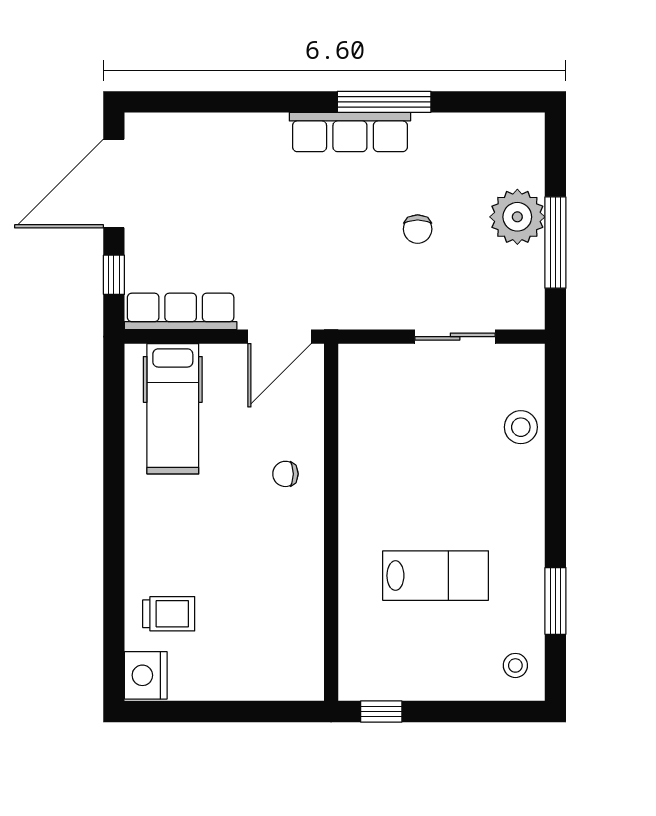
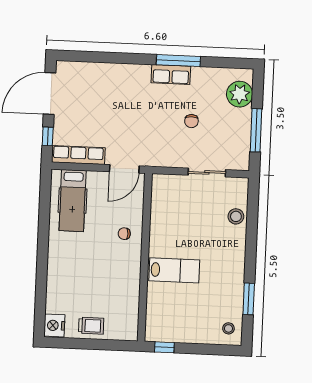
row of seats: (350, 132) -> (171, 74), width x0.68
plant: (517, 217) -> (240, 94), moved
lab bench: (436, 576) -> (174, 270), moved
trolley: (169, 614) -> (91, 326), moved

